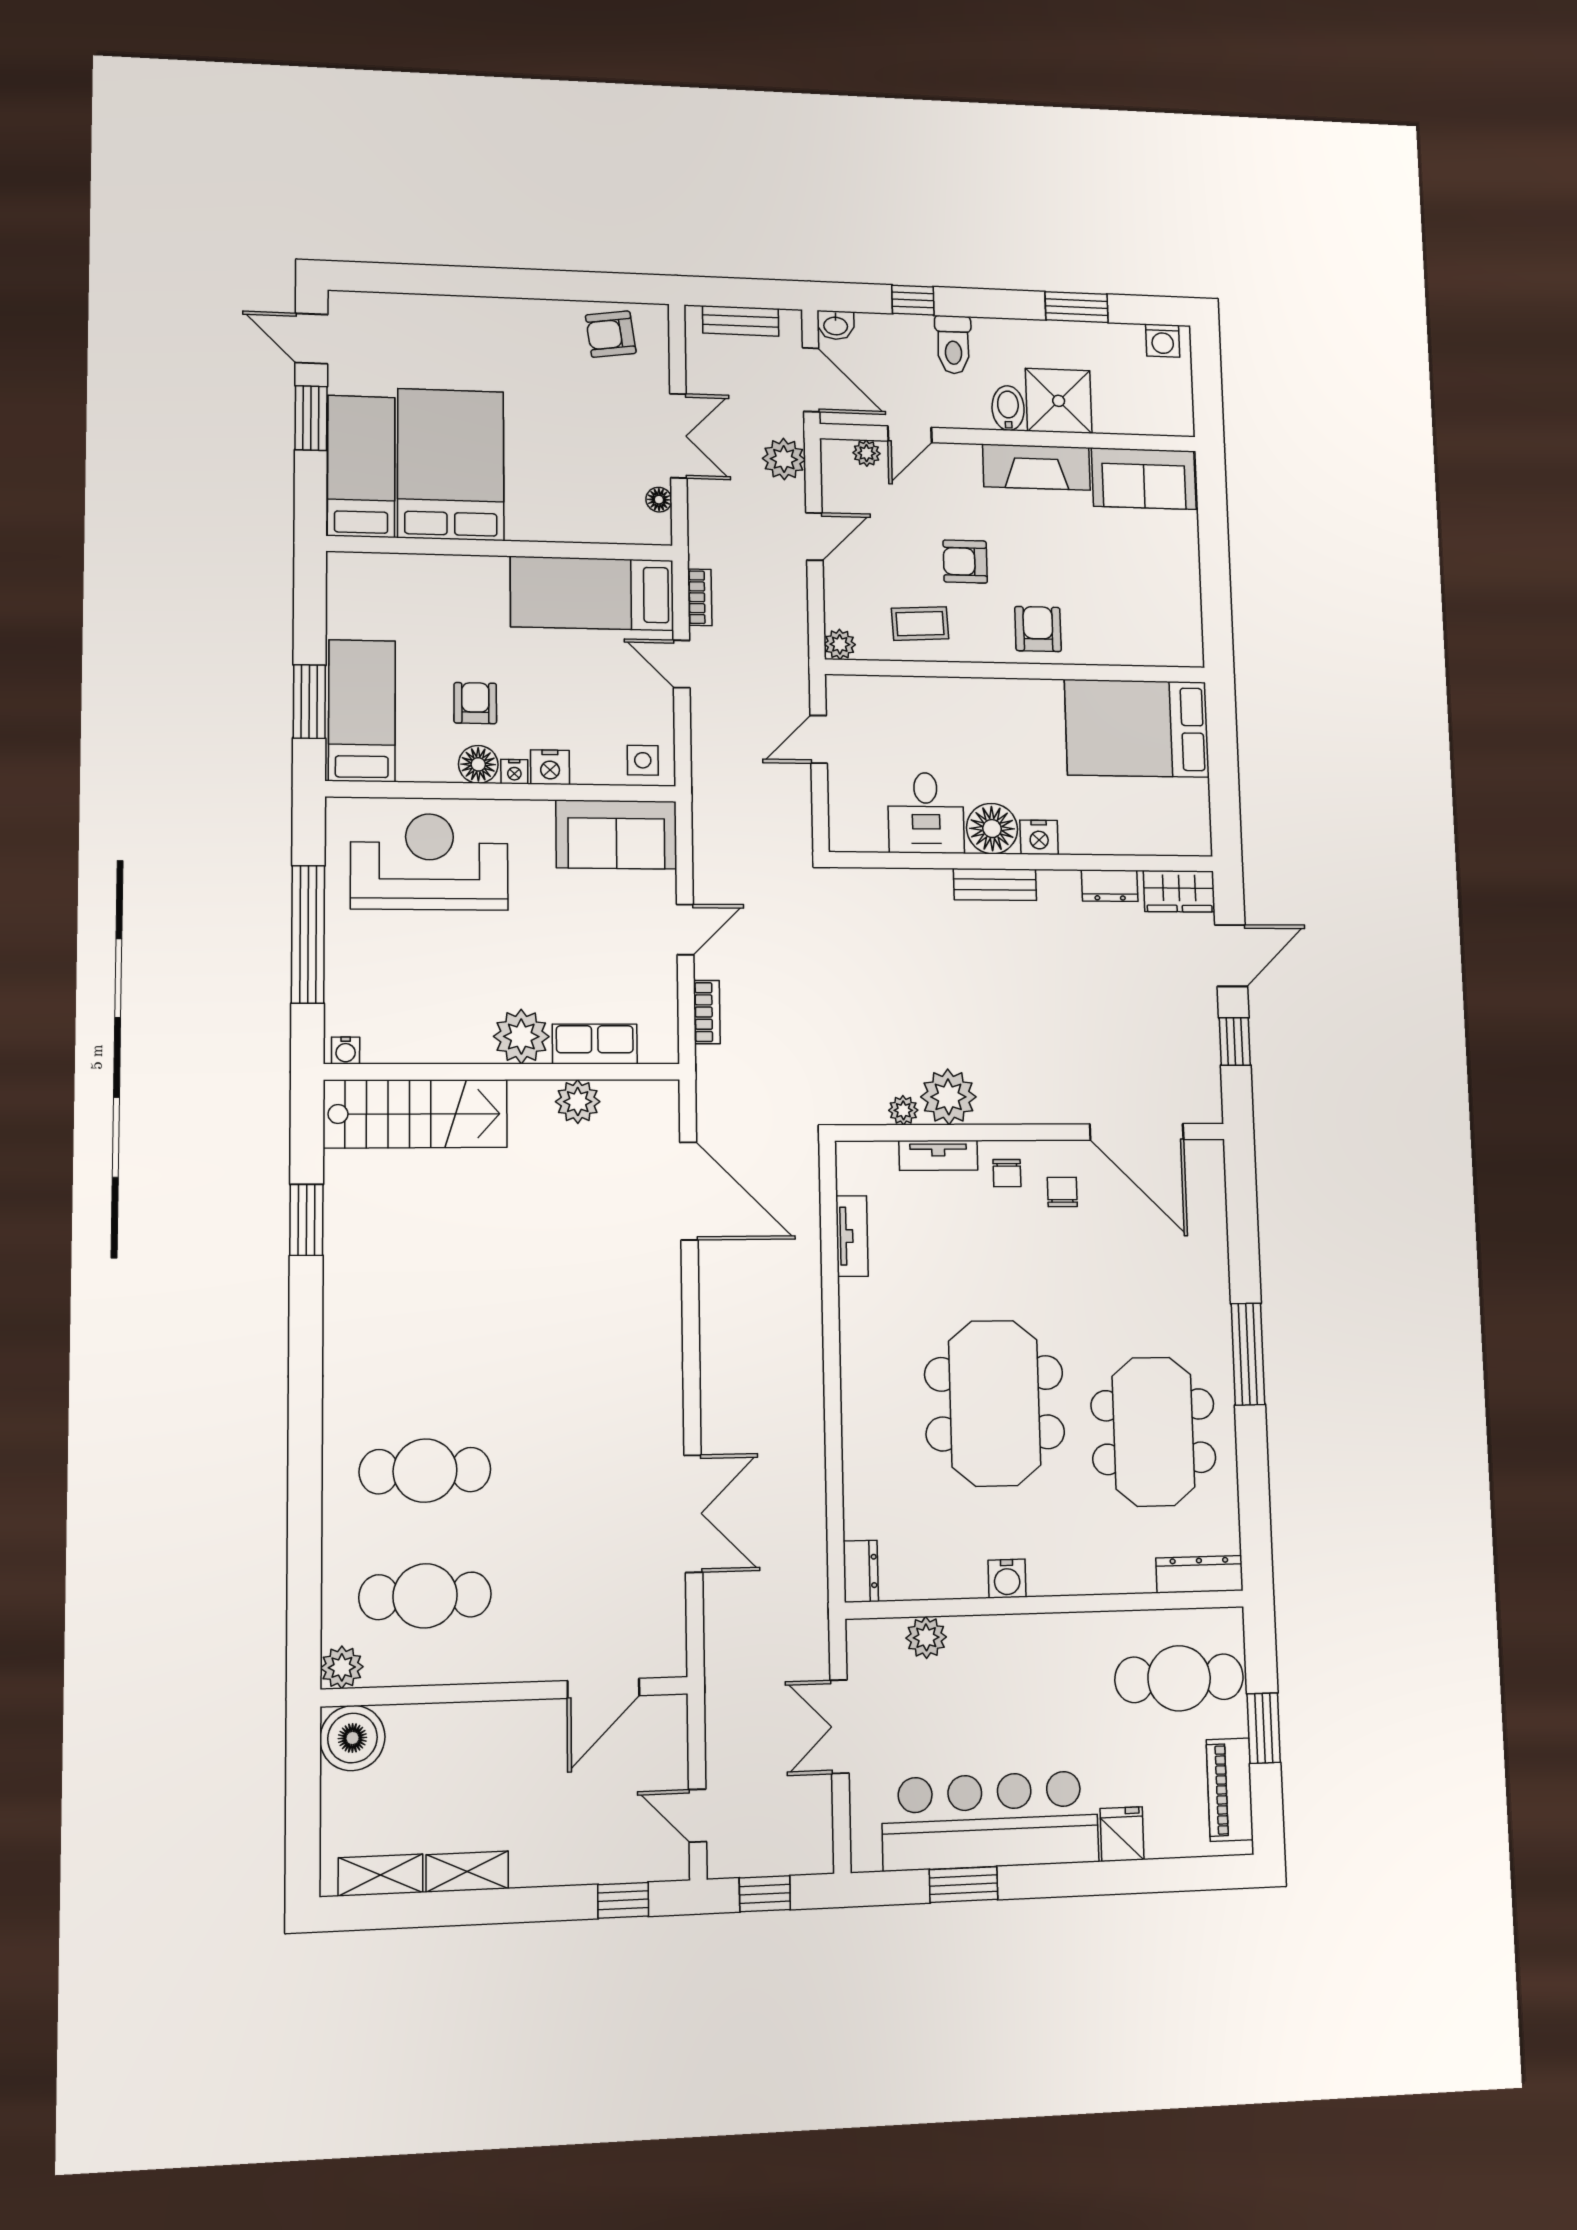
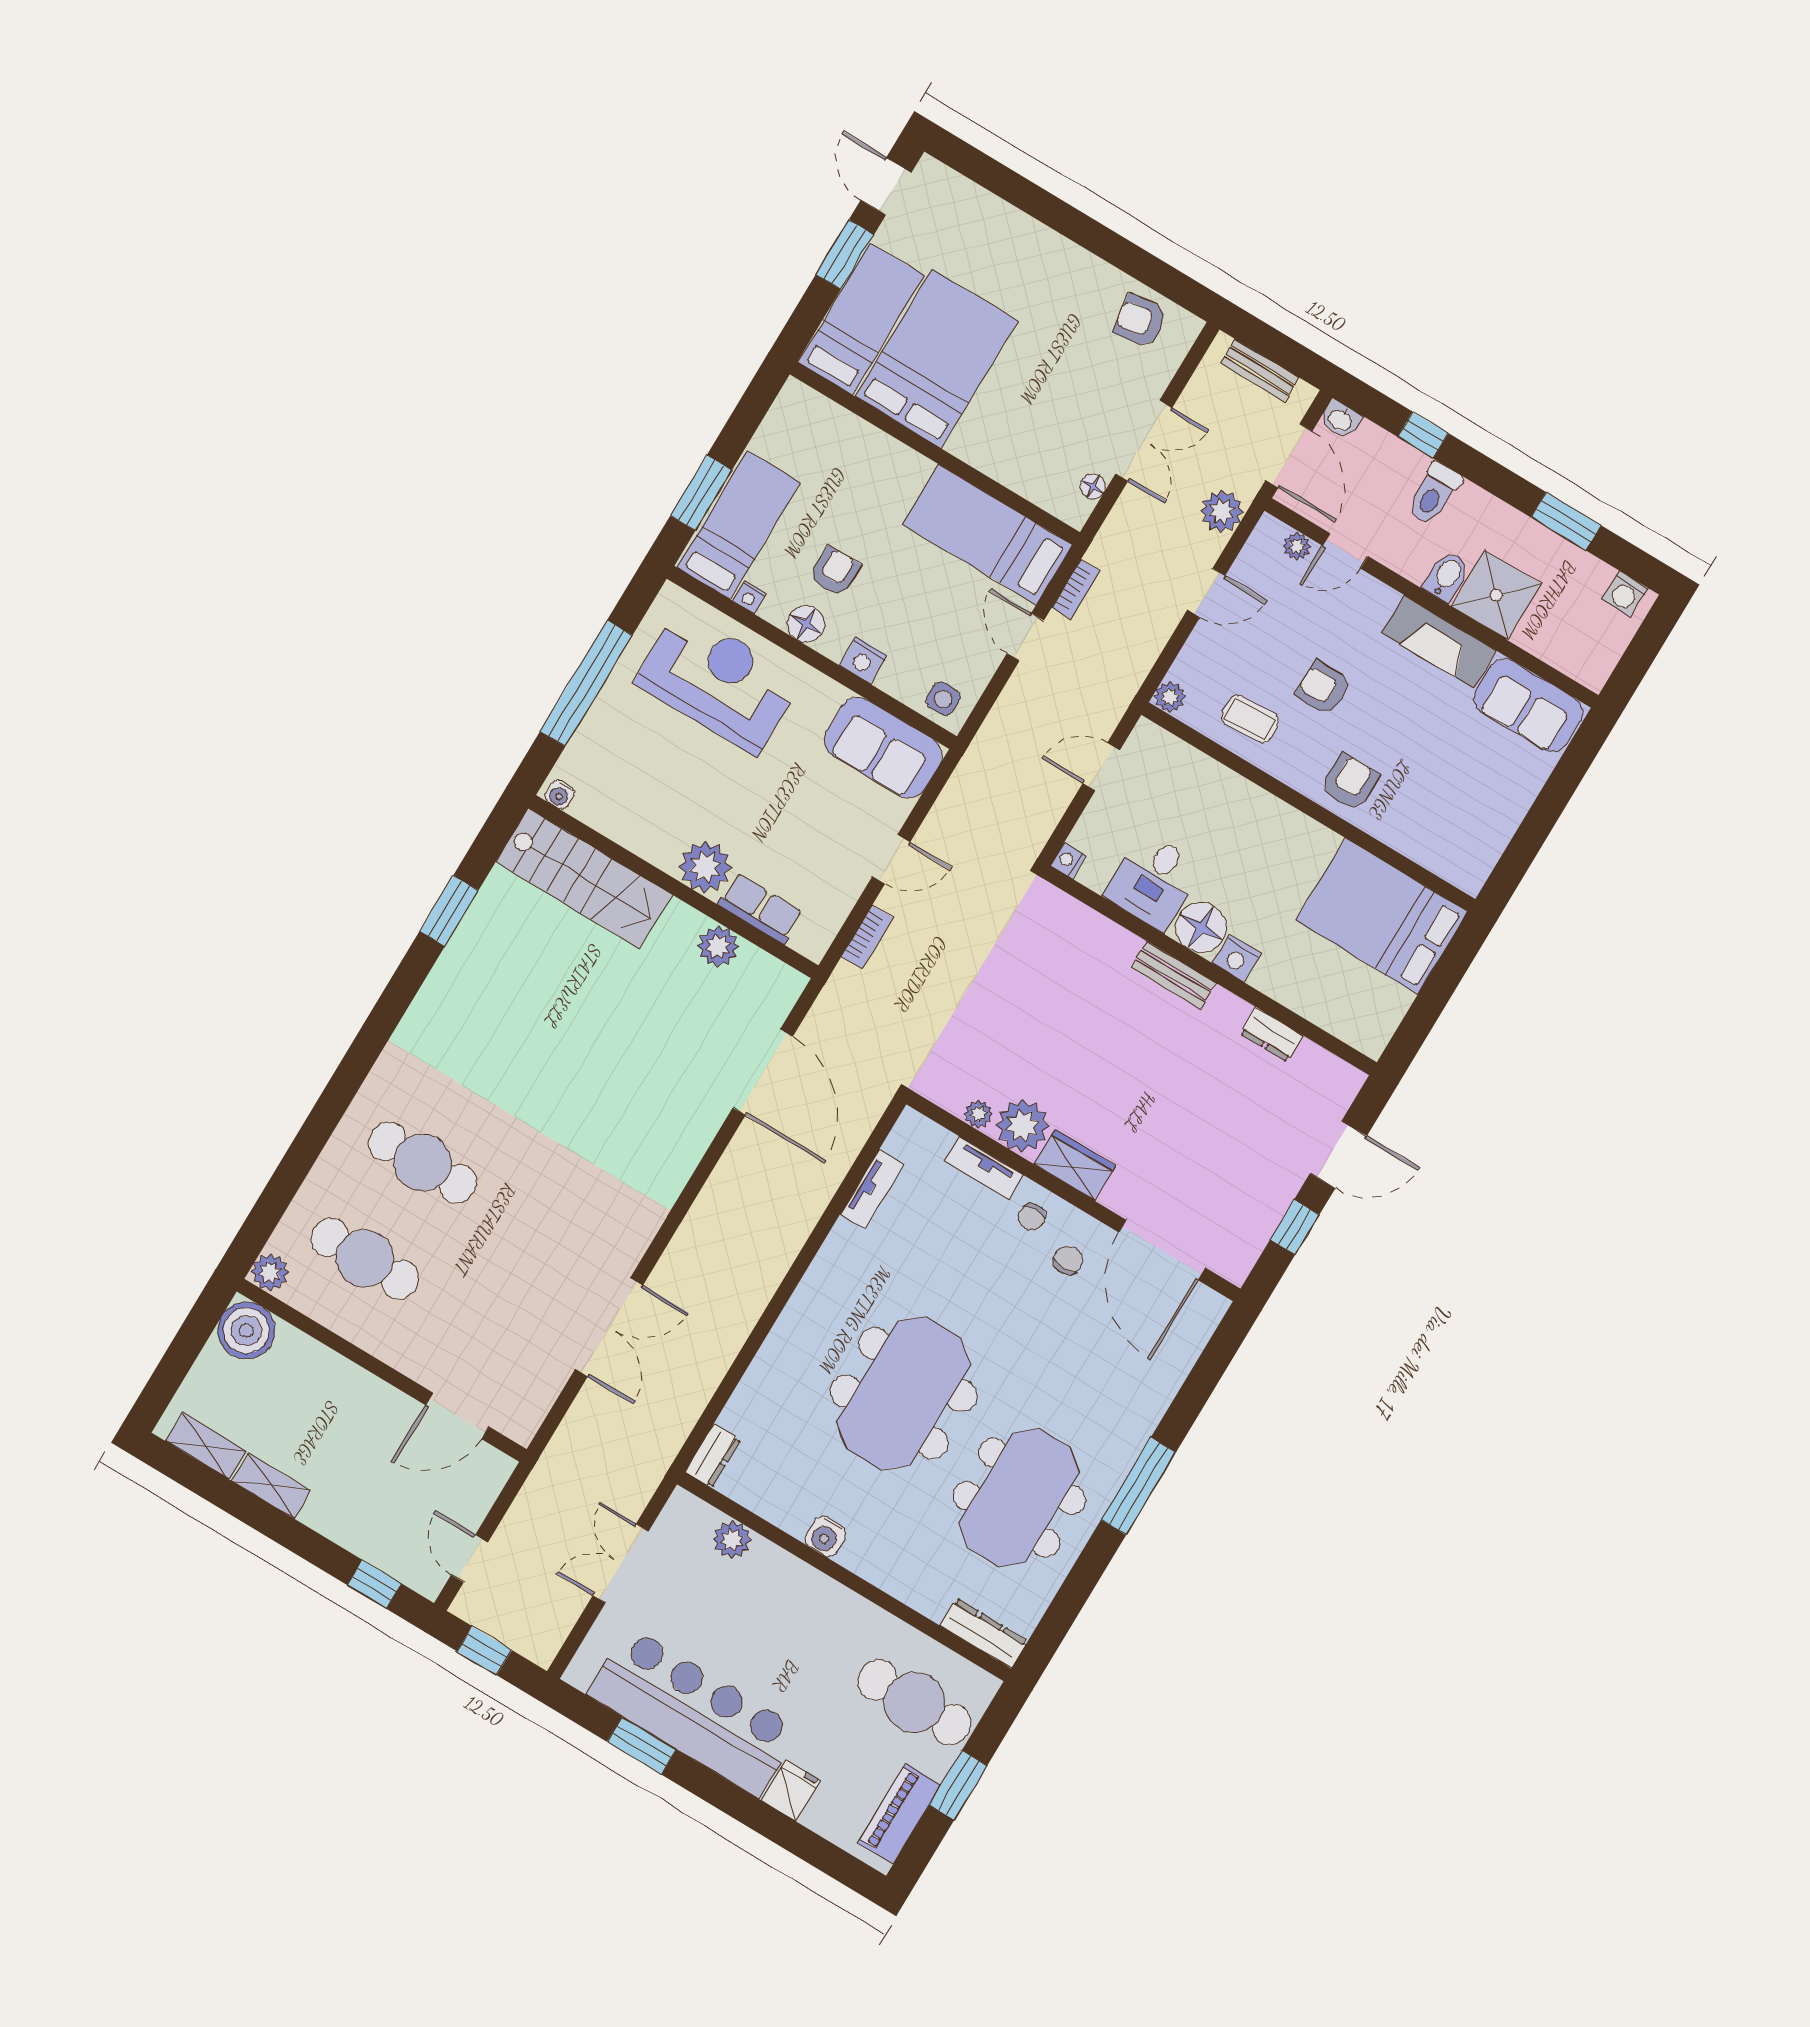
nightstand: (514, 772) -> (749, 597), moved
nightstand: (841, 838) -> (1068, 861), added
wardrobe: (1179, 891) -> (1075, 1165), moved, turned 180

